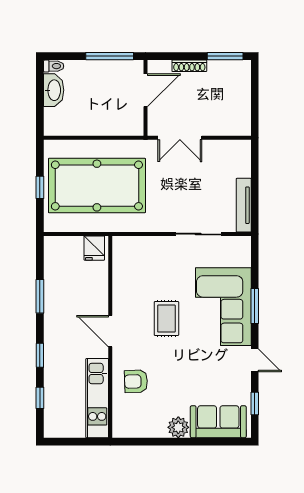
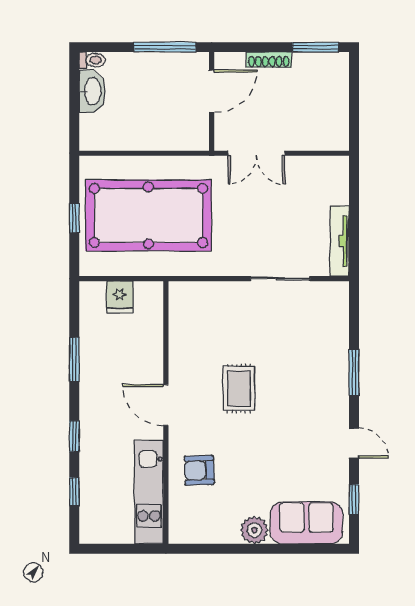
fridge: (94, 248) -> (120, 297), moved
corner sofa: (223, 307) -> (313, 373), removed

